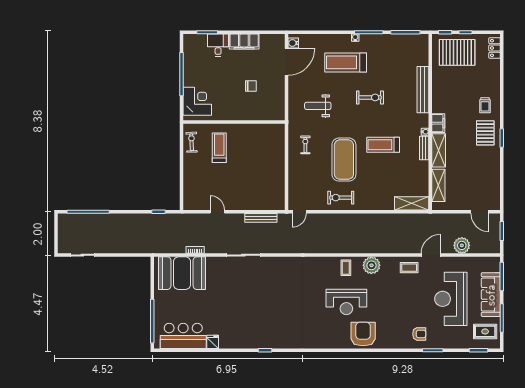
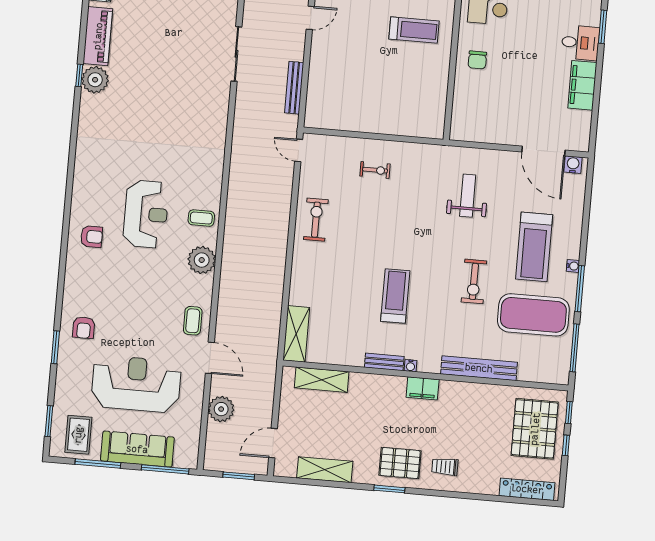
locker: (495, 48) -> (527, 489), width x1.53
treadmill: (346, 62) -> (534, 247), turned 180
chair: (251, 86) -> (477, 60), moved
exercise bike: (305, 145) -> (375, 170), moved
shelving: (439, 150) -> (325, 470), moved
exercise mat: (344, 160) -> (533, 315), moved
reception desk: (346, 302) -> (146, 214), turned 180
armchair: (363, 334) -> (92, 237), width x0.53, depth x0.53
plant: (267, 340) -> (95, 80), added
piano: (240, 341) -> (98, 36), added

